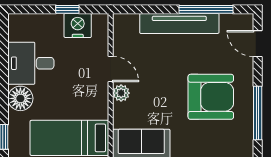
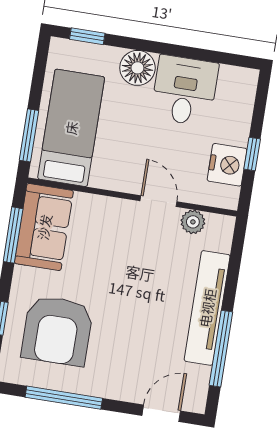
door: (111, 69) -> (159, 201), swing flipped
plant: (121, 93) -> (193, 222), moved
armchair: (211, 97) -> (57, 331), moved

